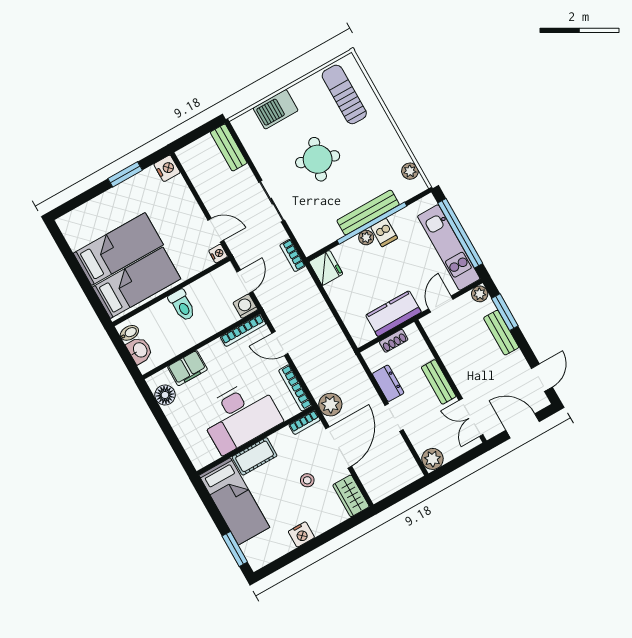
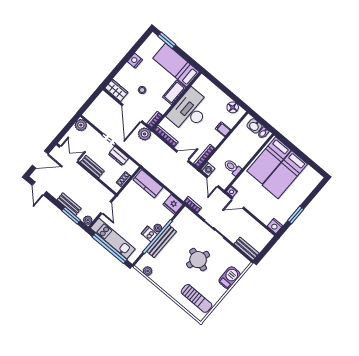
toilet: (182, 305) -> (232, 167), moved
kitchen counter: (393, 314) -> (148, 184), moved, turned 90
filing cabinet: (187, 368) -> (223, 129), width x0.50

